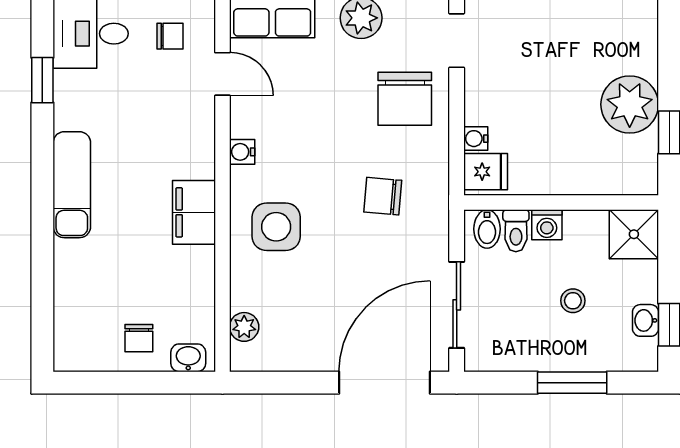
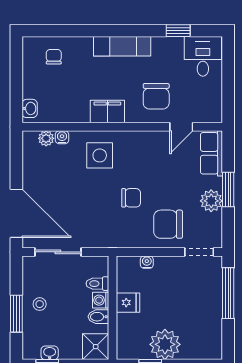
chair: (170, 36) -> (156, 96), moved, width x1.87, depth x1.87
water cooler: (242, 152) -> (62, 137), moved
fridge: (486, 172) -> (128, 303), moved, turned -90
chair: (383, 196) -> (131, 198), moved, turned 85
bidet: (487, 229) -> (98, 317), moved
stool: (573, 301) -> (40, 304), moved
chair: (139, 338) -> (54, 57), moved, turned 90

